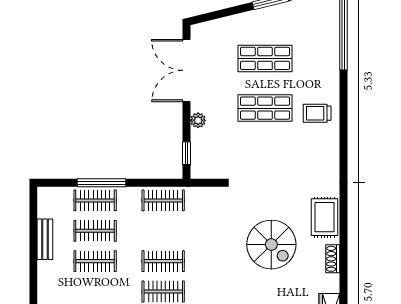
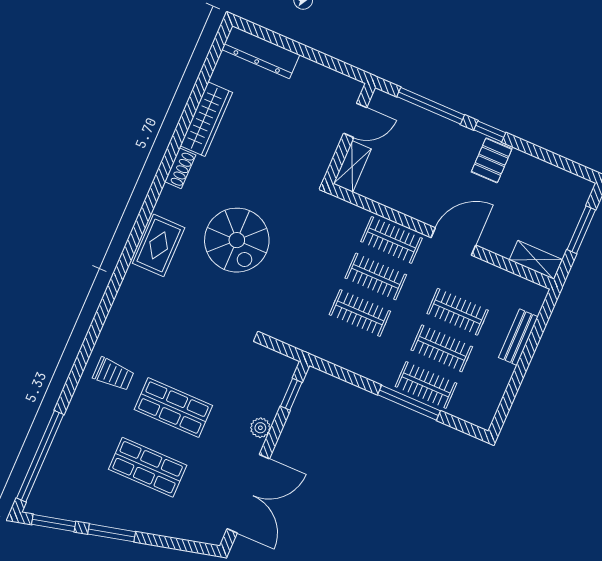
clothes rail: (163, 200) -> (360, 313), moved
bench: (45, 239) -> (518, 337), moved
spiral stairs: (271, 245) -> (237, 240), turned 180
shoe rack: (333, 259) -> (180, 168), moved

